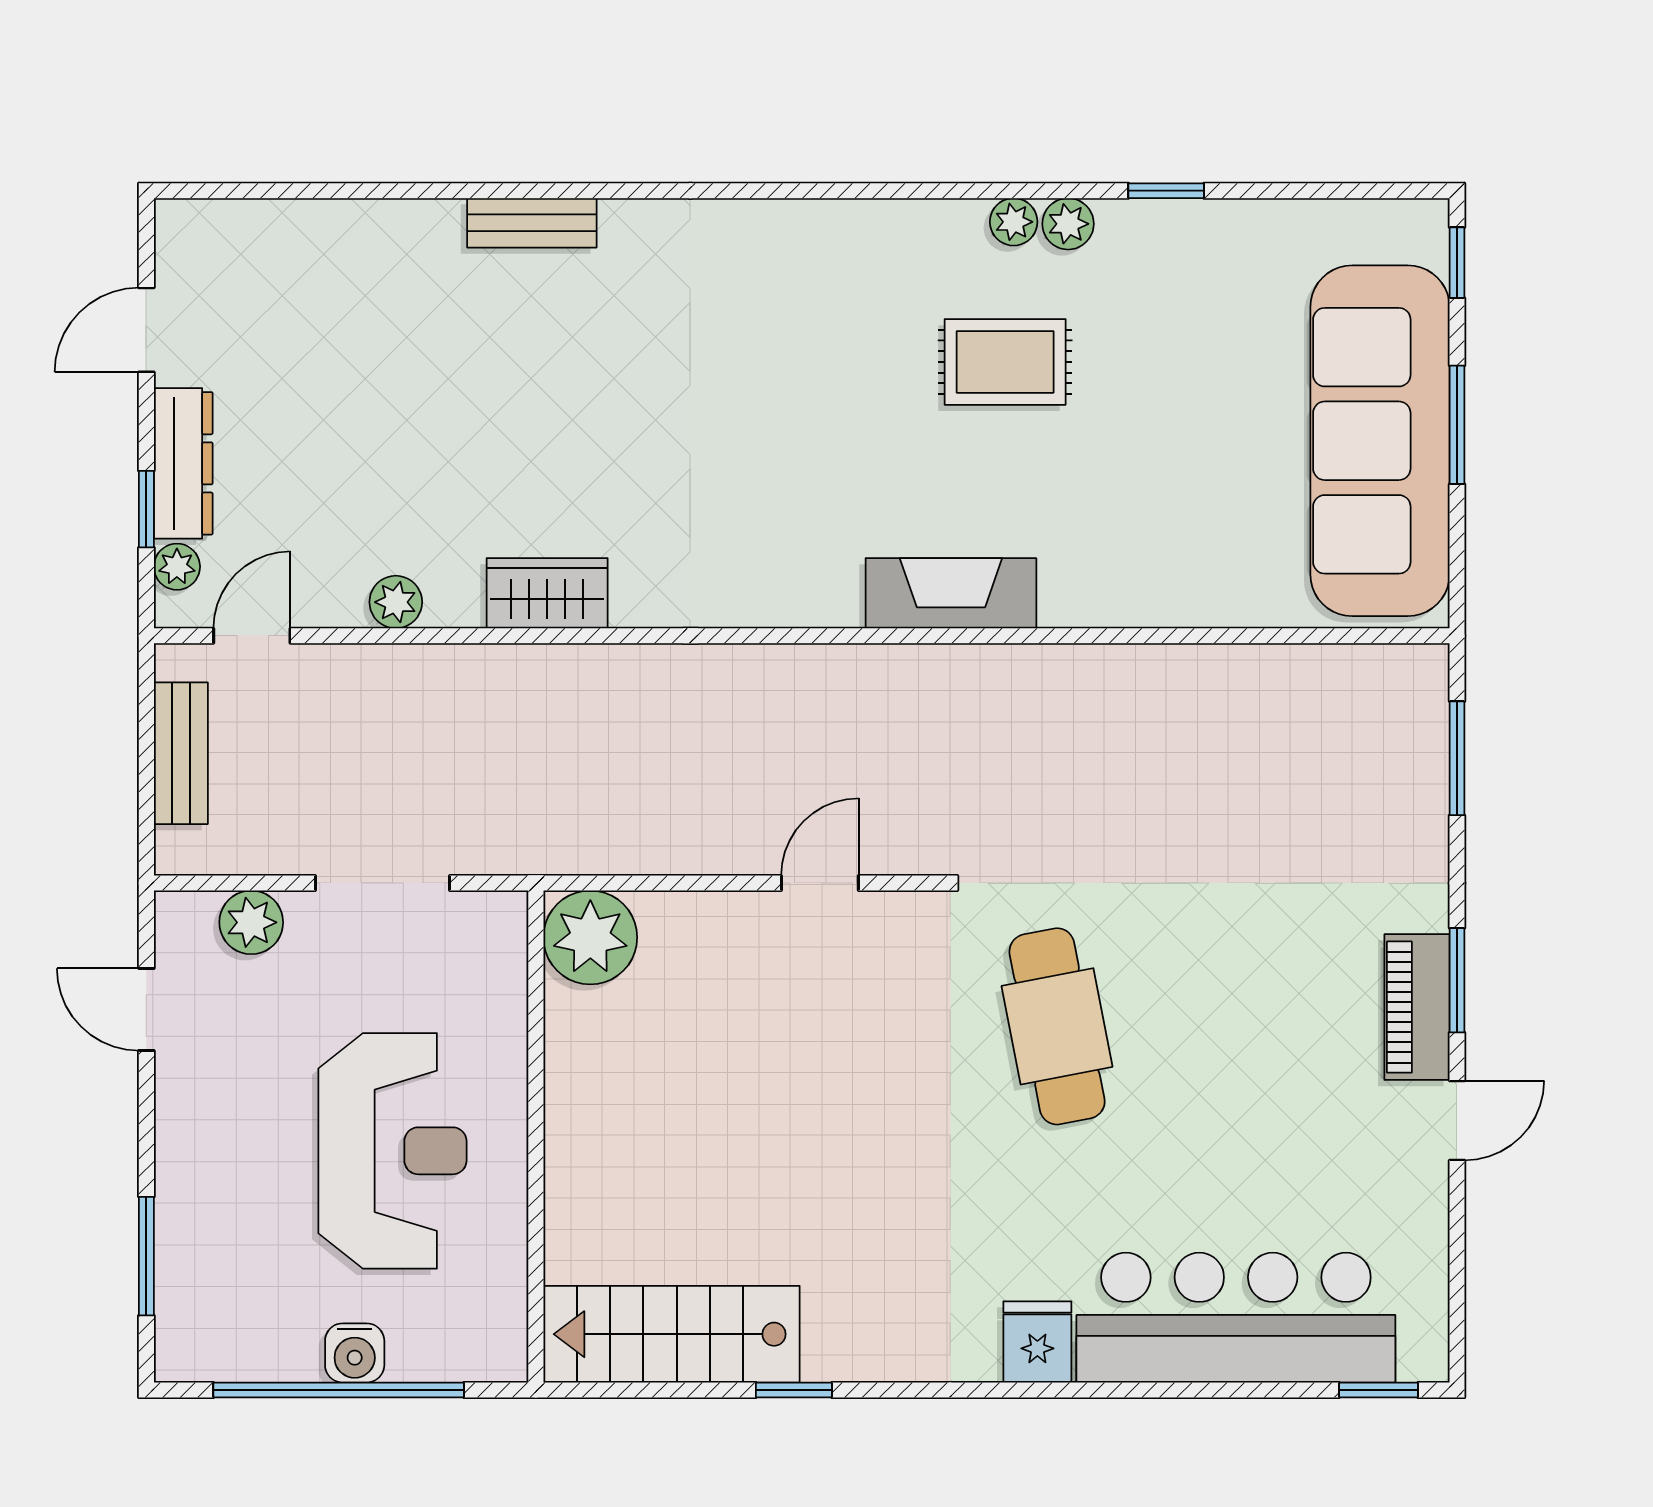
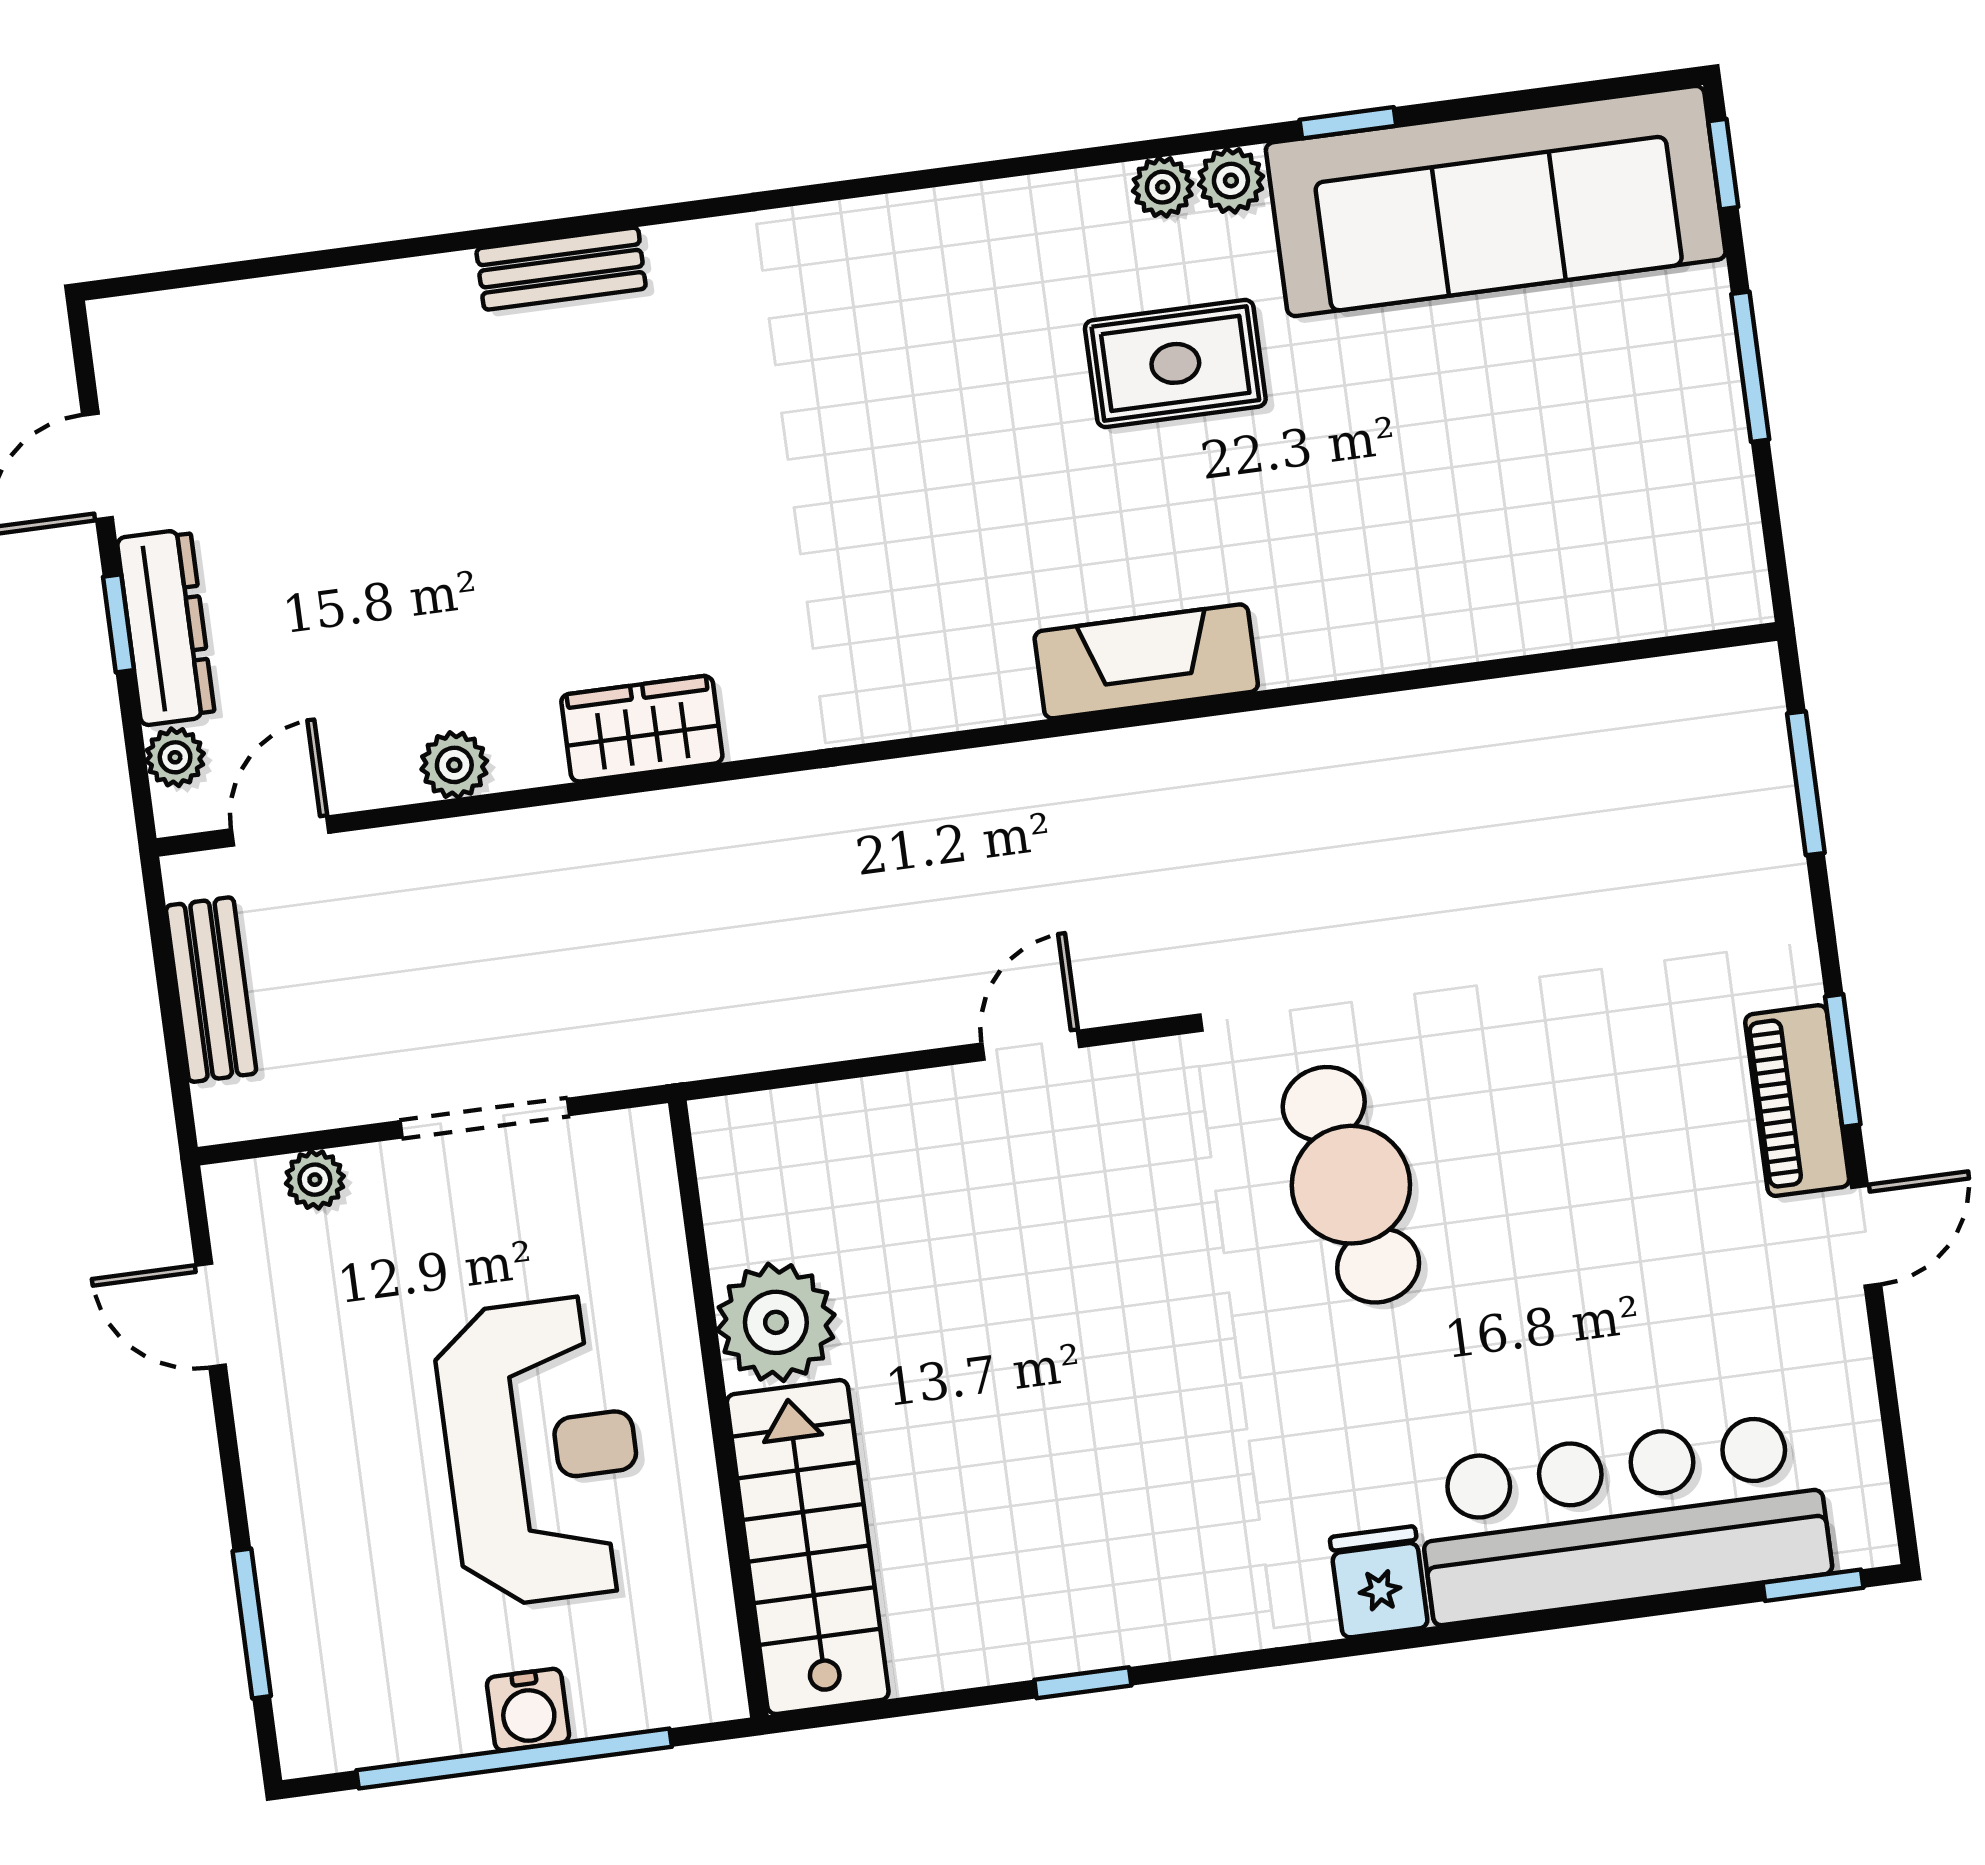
sofa: (1380, 441) -> (1496, 201), moved, turned -90
window: (146, 509) -> (118, 623), moved
plant: (251, 922) -> (315, 1180), width x0.73, depth x0.73
plant: (590, 937) -> (776, 1322), moved
stairs: (671, 1334) -> (808, 1547), moved, turned 90

